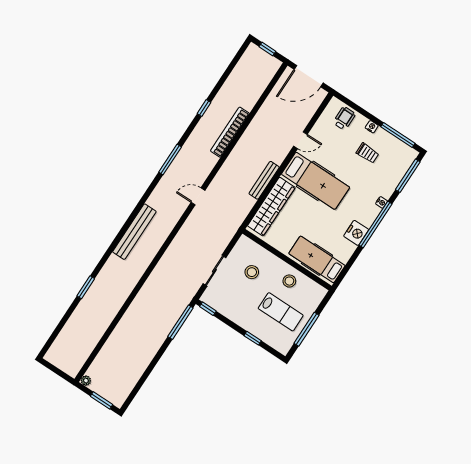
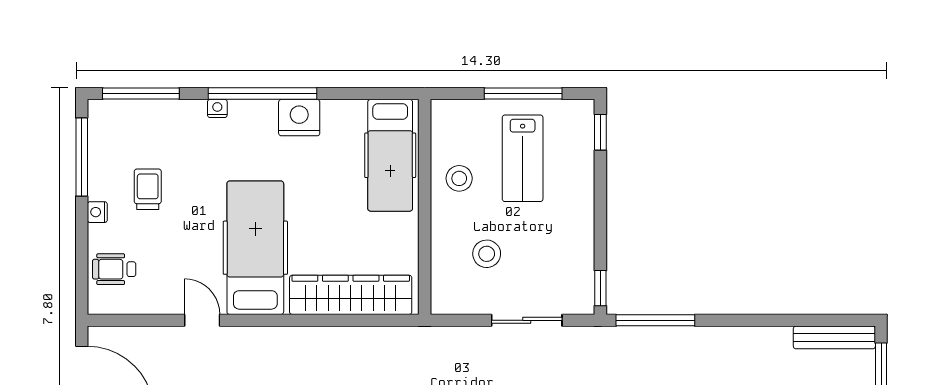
bench: (264, 180) -> (834, 337), moved
lab bench: (281, 312) -> (523, 158), turned 180
window: (253, 338) -> (600, 132), moved

